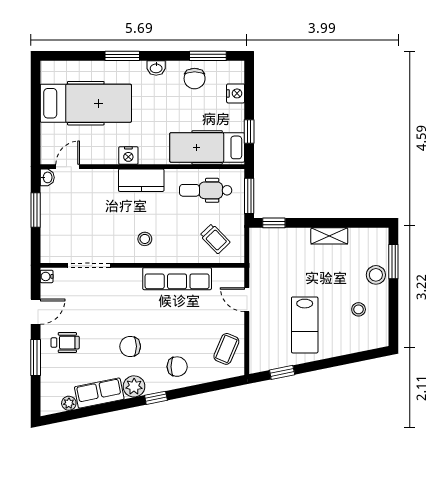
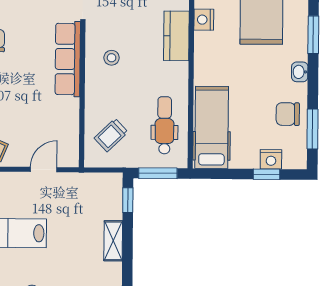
window: (249, 132) -> (267, 174), moved
nightstand: (128, 155) -> (204, 20), moved
kitchen counter: (141, 180) -> (176, 36), moved
shelving: (329, 236) -> (113, 241), moved
row of seats: (177, 279) -> (68, 59), moved

